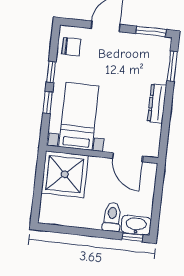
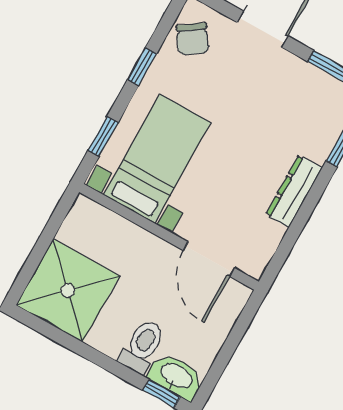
chair: (71, 47) -> (193, 39), turned 55
window: (48, 103) -> (103, 136), moved
shower: (65, 174) -> (68, 290), moved

